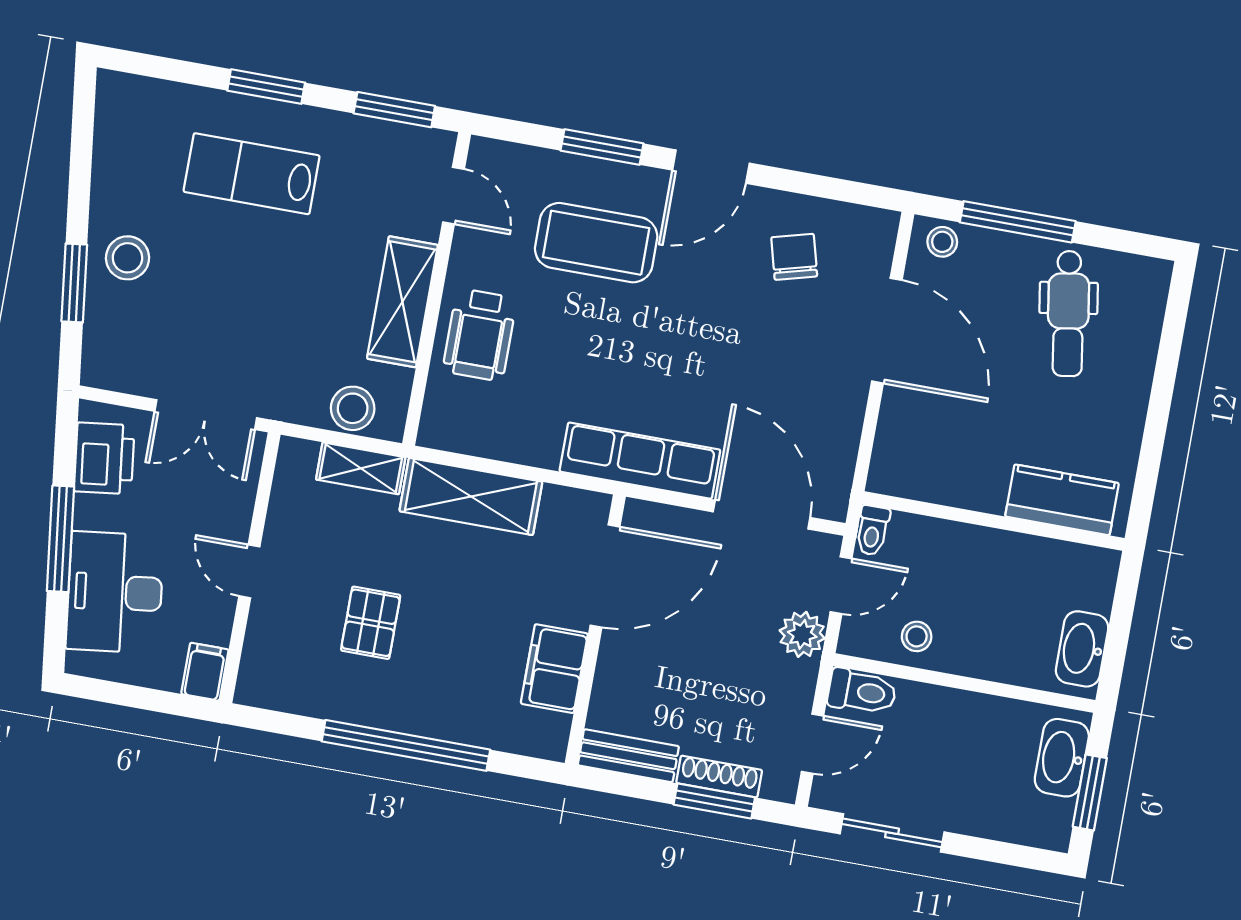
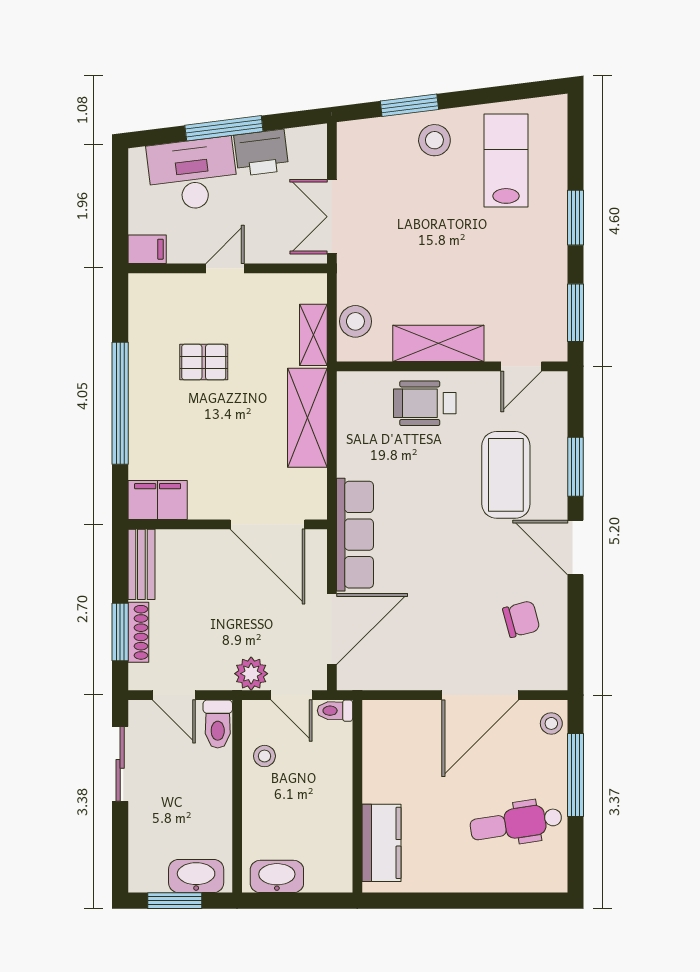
lab bench: (252, 174) -> (506, 160), moved
printer: (104, 458) -> (261, 153), moved
filing cabinet: (554, 669) -> (158, 500), moved

